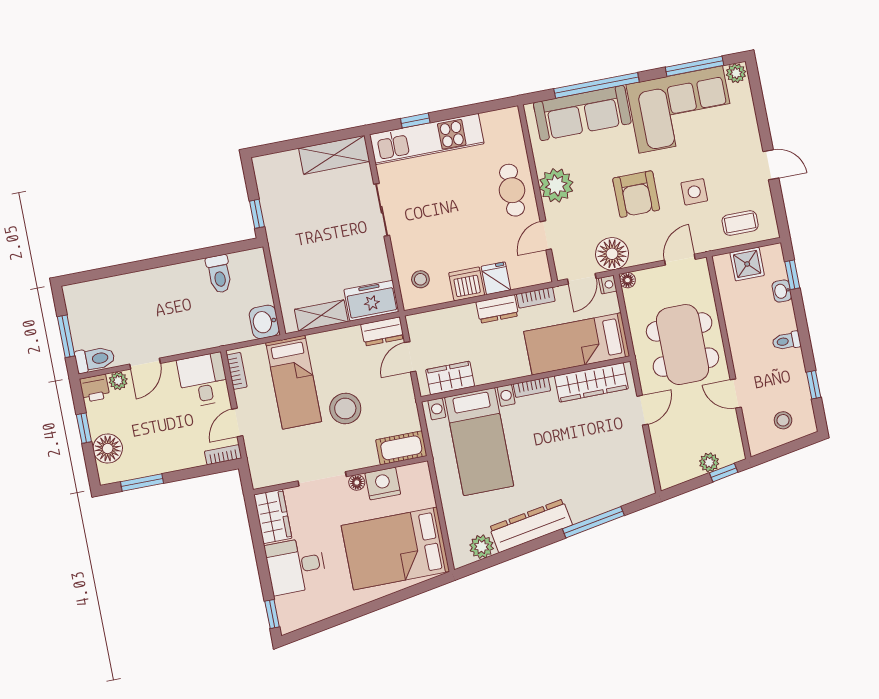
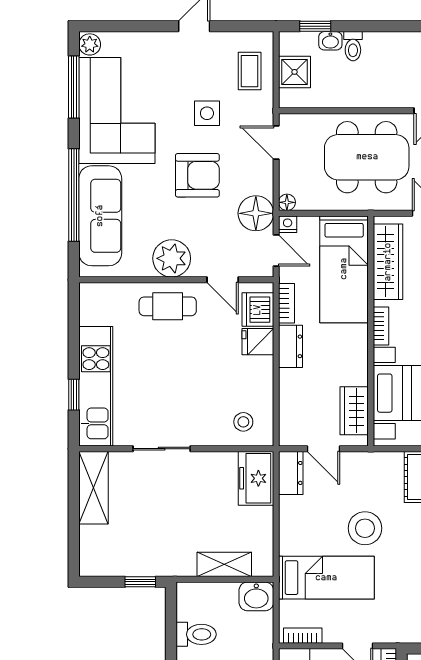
dishwasher: (467, 284) -> (258, 310), moved
shelving: (321, 315) -> (224, 564), moved, turned 90
toilet: (786, 341) -> (353, 46), moved

